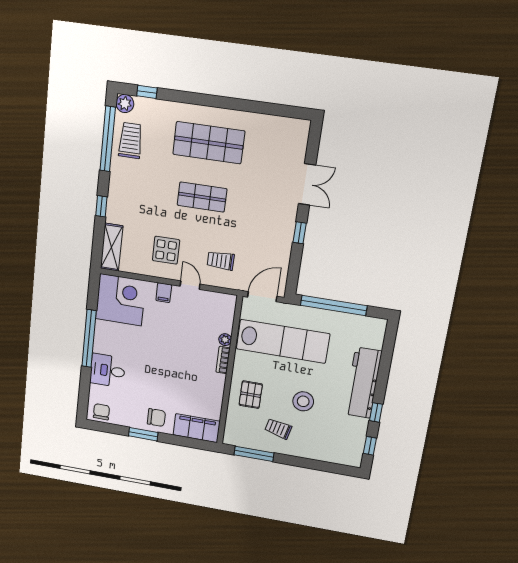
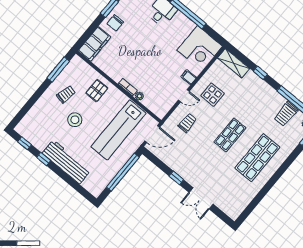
trolley: (131, 141) -> (286, 114), turned 90
door: (262, 297) -> (152, 134), hinge flipped
pallet: (251, 395) -> (97, 91), turned 90

